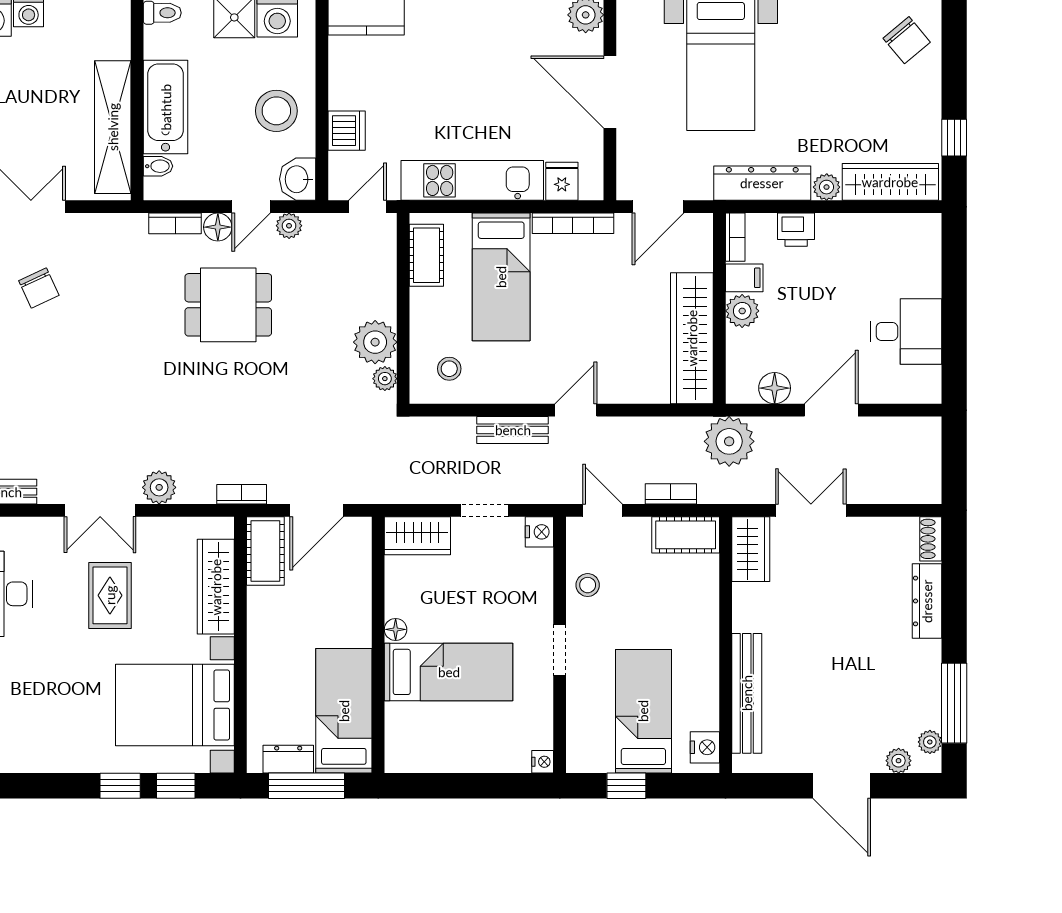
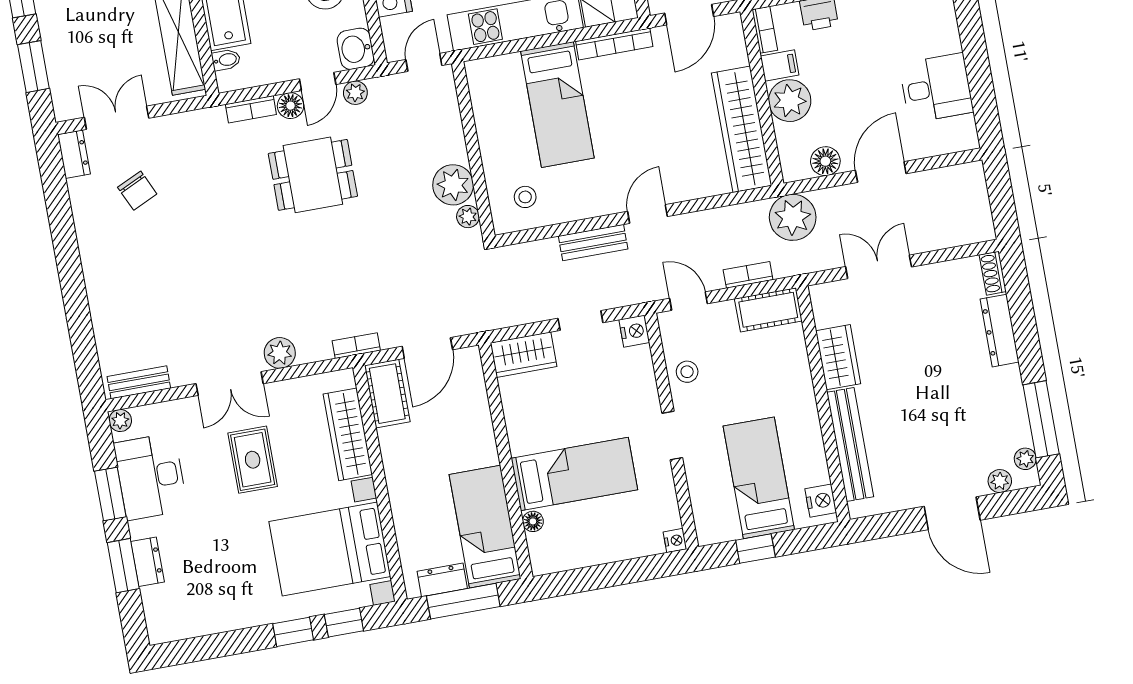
cot: (426, 255) -> (486, 97), removed
plant: (742, 311) -> (790, 101), width x1.36, depth x1.36
wardrobe: (751, 549) -> (838, 357), moved
floor lamp: (396, 629) -> (533, 521), moved

